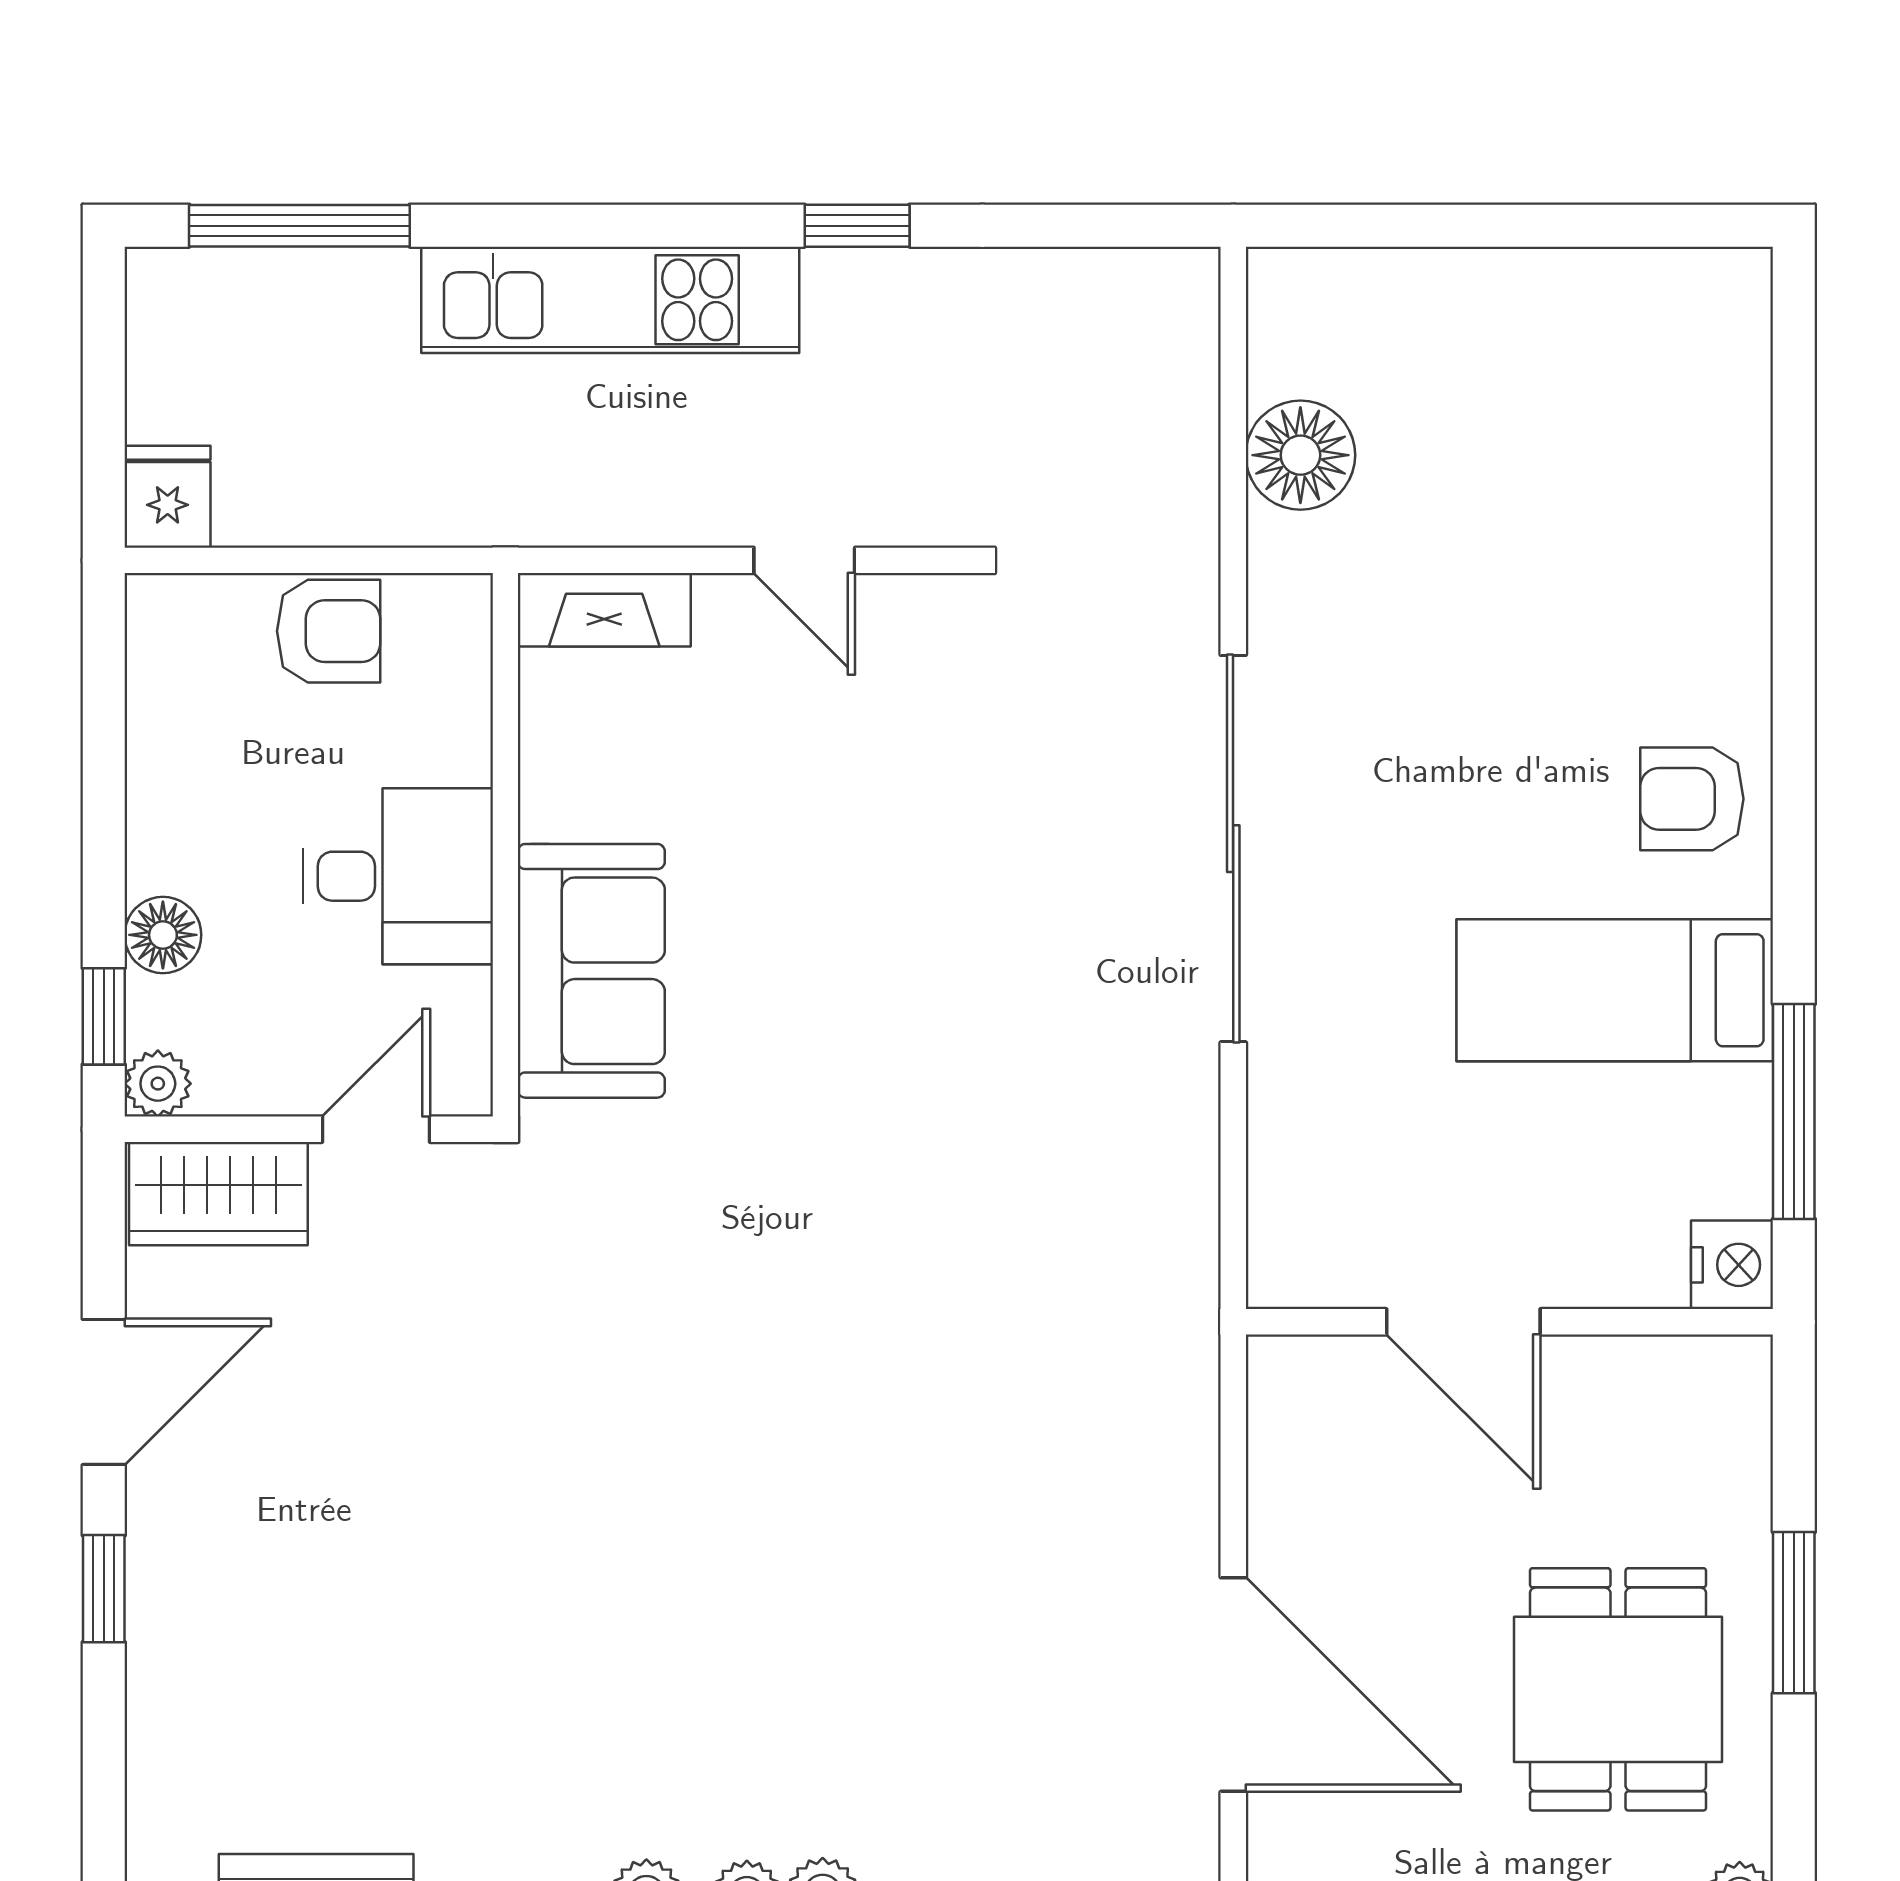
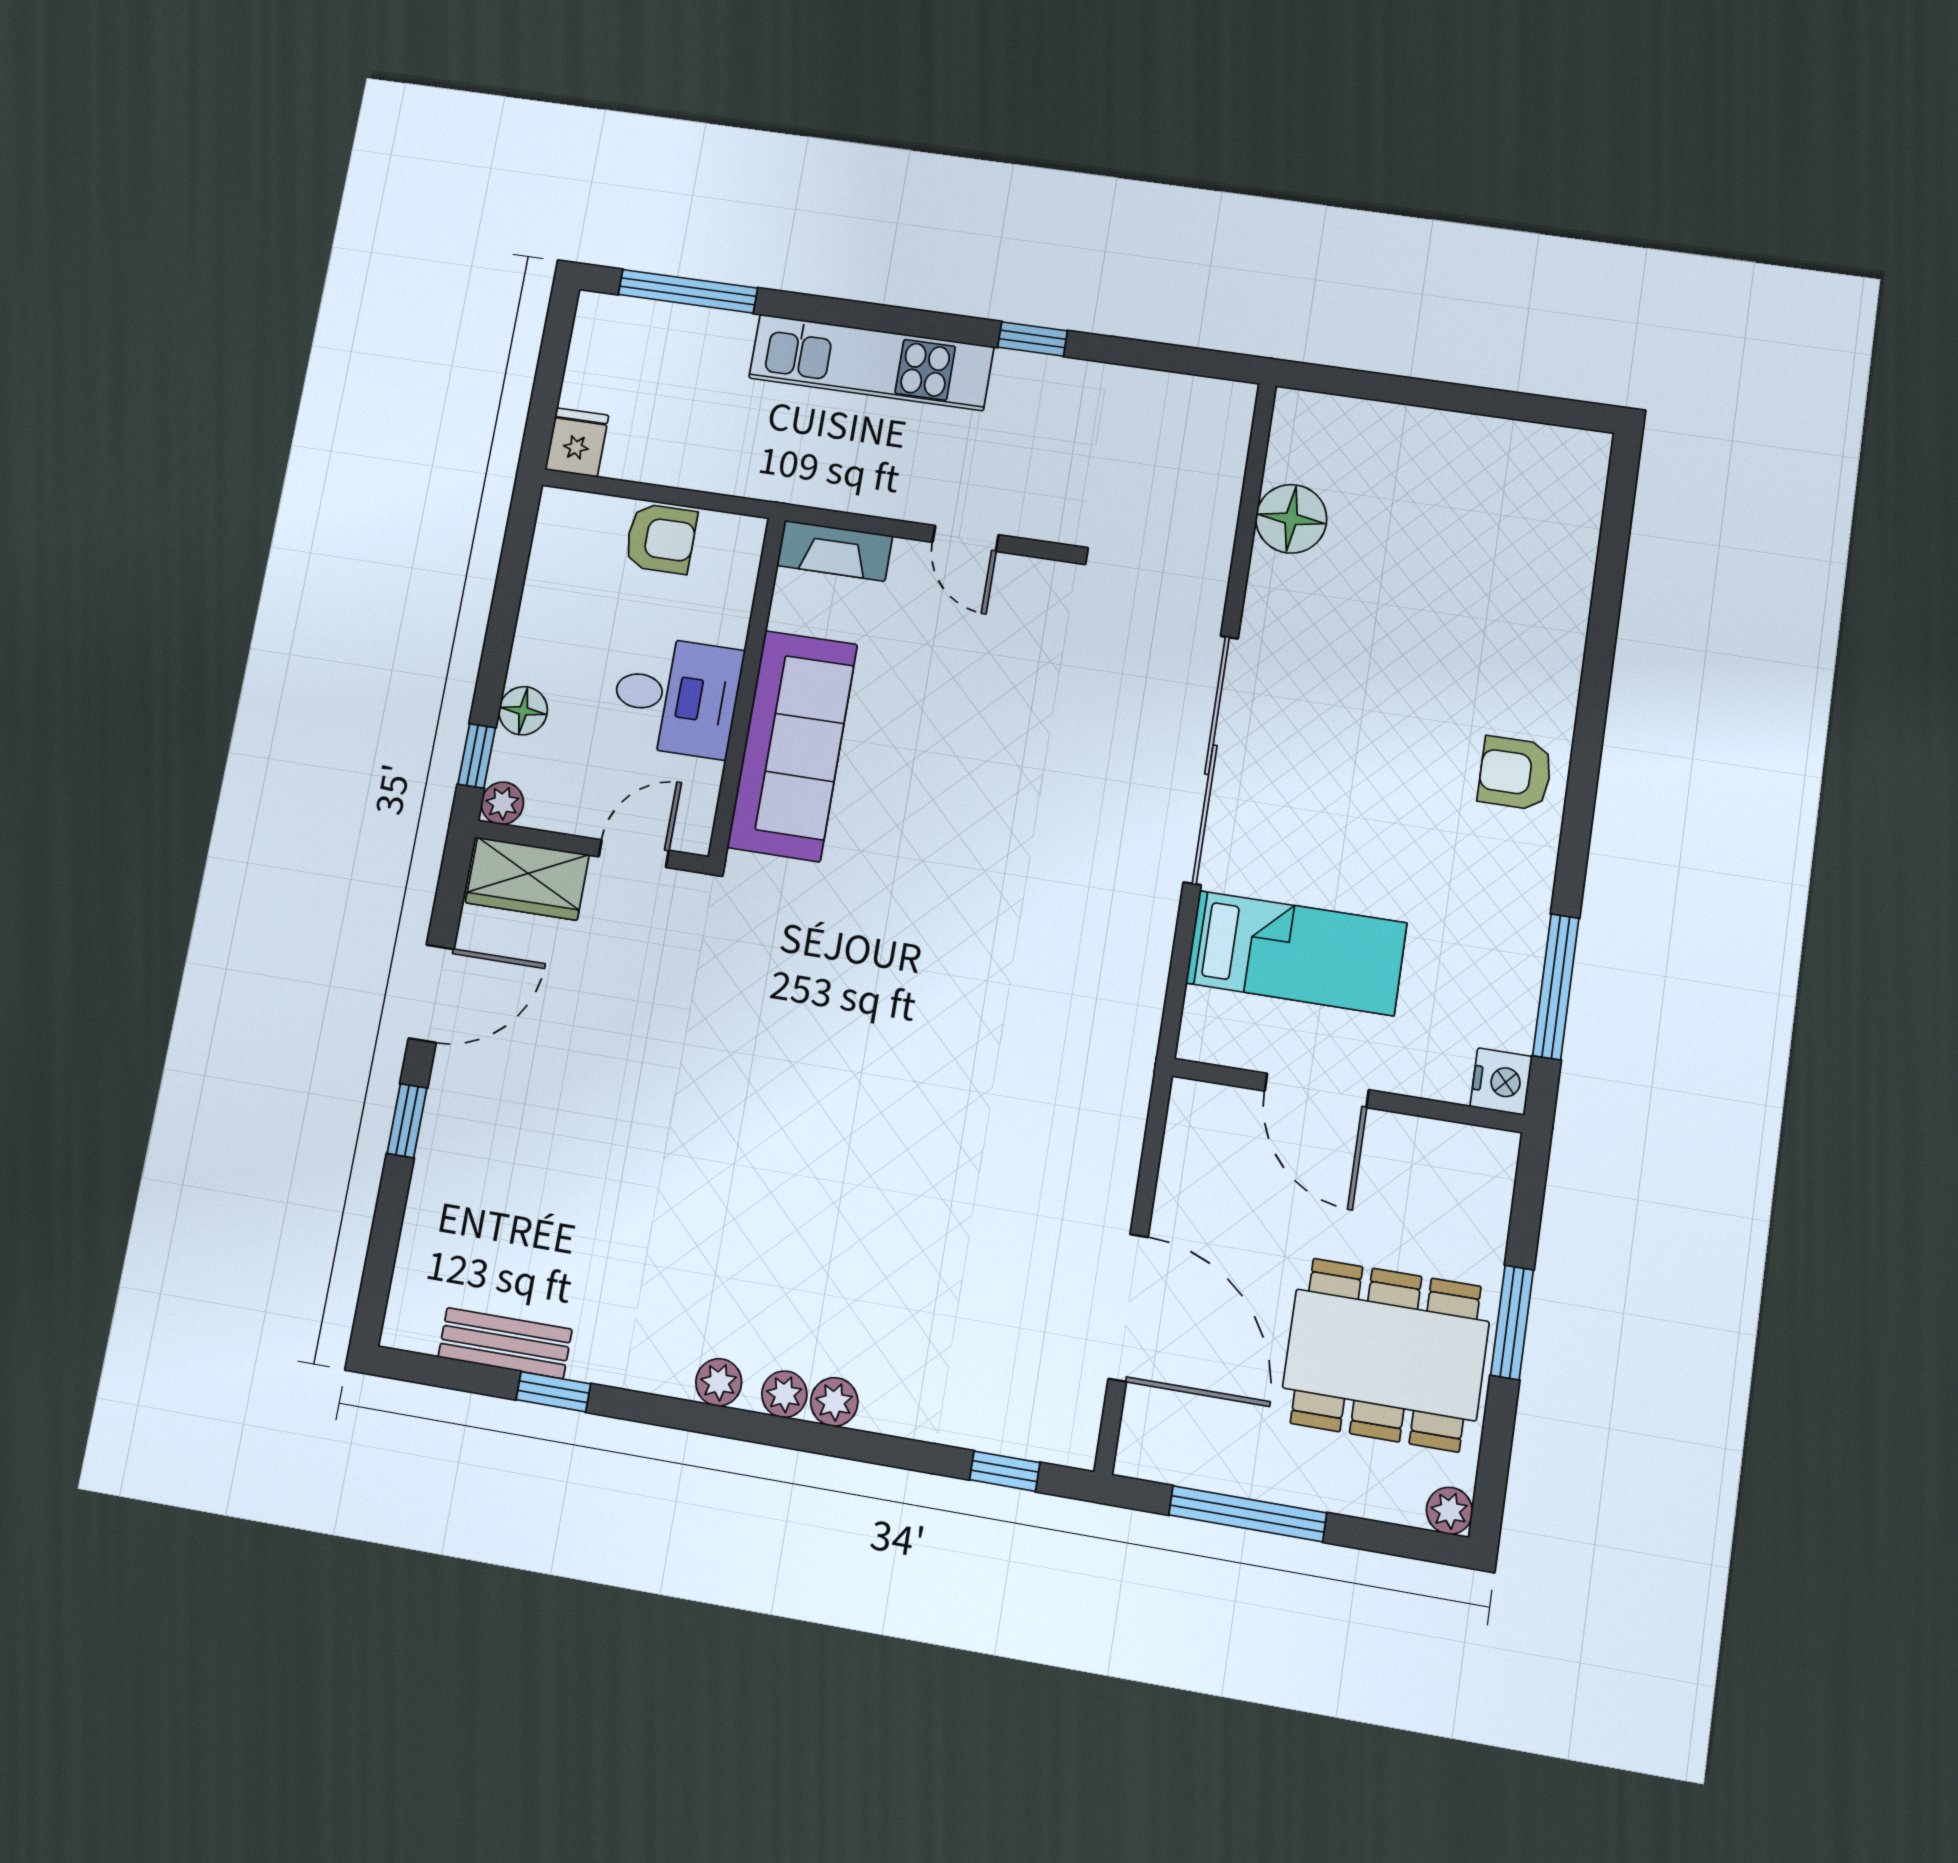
sofa: (591, 971) -> (792, 746), width x1.36
bed: (1615, 990) -> (1296, 953), moved, turned 180
dining table: (1618, 1689) -> (1386, 1355), width x1.38

